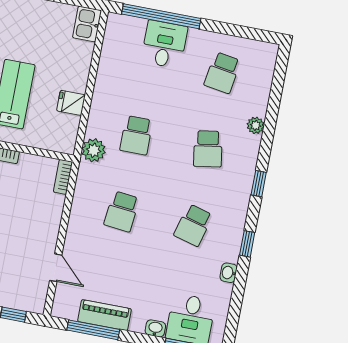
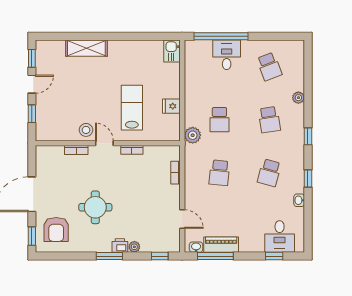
school desk: (222, 73) -> (269, 66), turned -30
bookcase: (63, 177) -> (175, 173), moved
washbasin: (155, 328) -> (196, 247), moved

